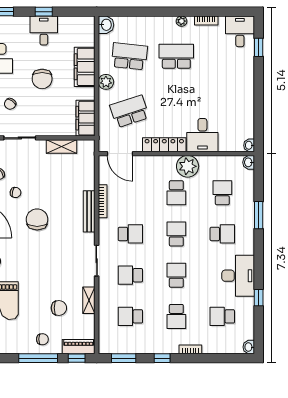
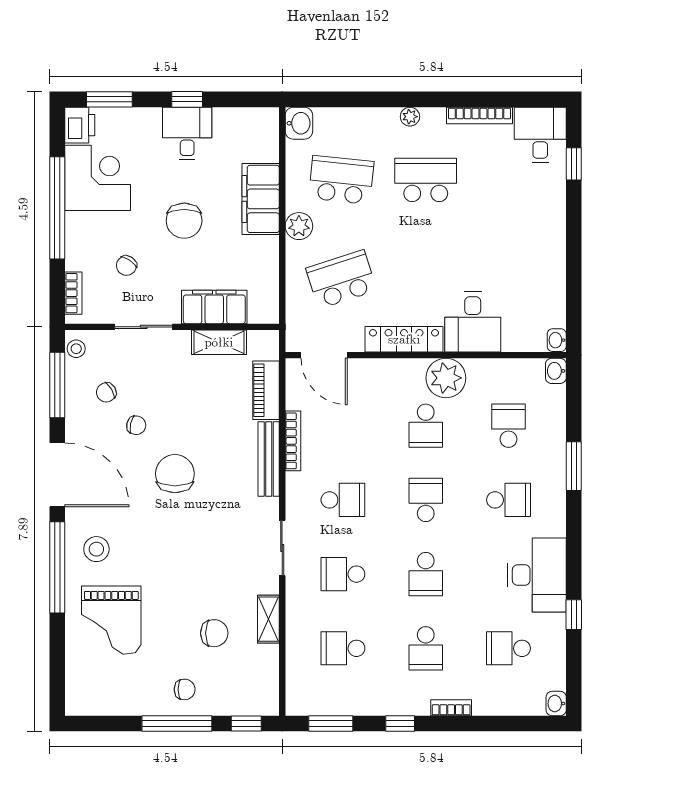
plant: (182, 21) -> (410, 117), moved
bookcase: (206, 21) -> (480, 116), width x1.56
filing cabinet: (86, 118) -> (214, 307), moved, turned 90
school desk: (176, 275) -> (426, 574), turned 180
piano: (79, 347) -> (266, 390), moved, turned -90

